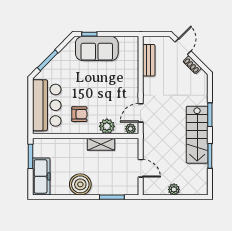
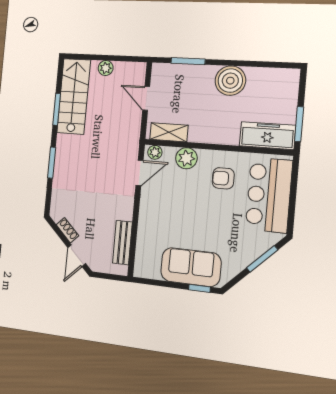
stairs: (197, 135) -> (74, 96), moved
shelving: (101, 144) -> (169, 132), moved
freezer: (41, 176) -> (267, 136), moved, turned 90

